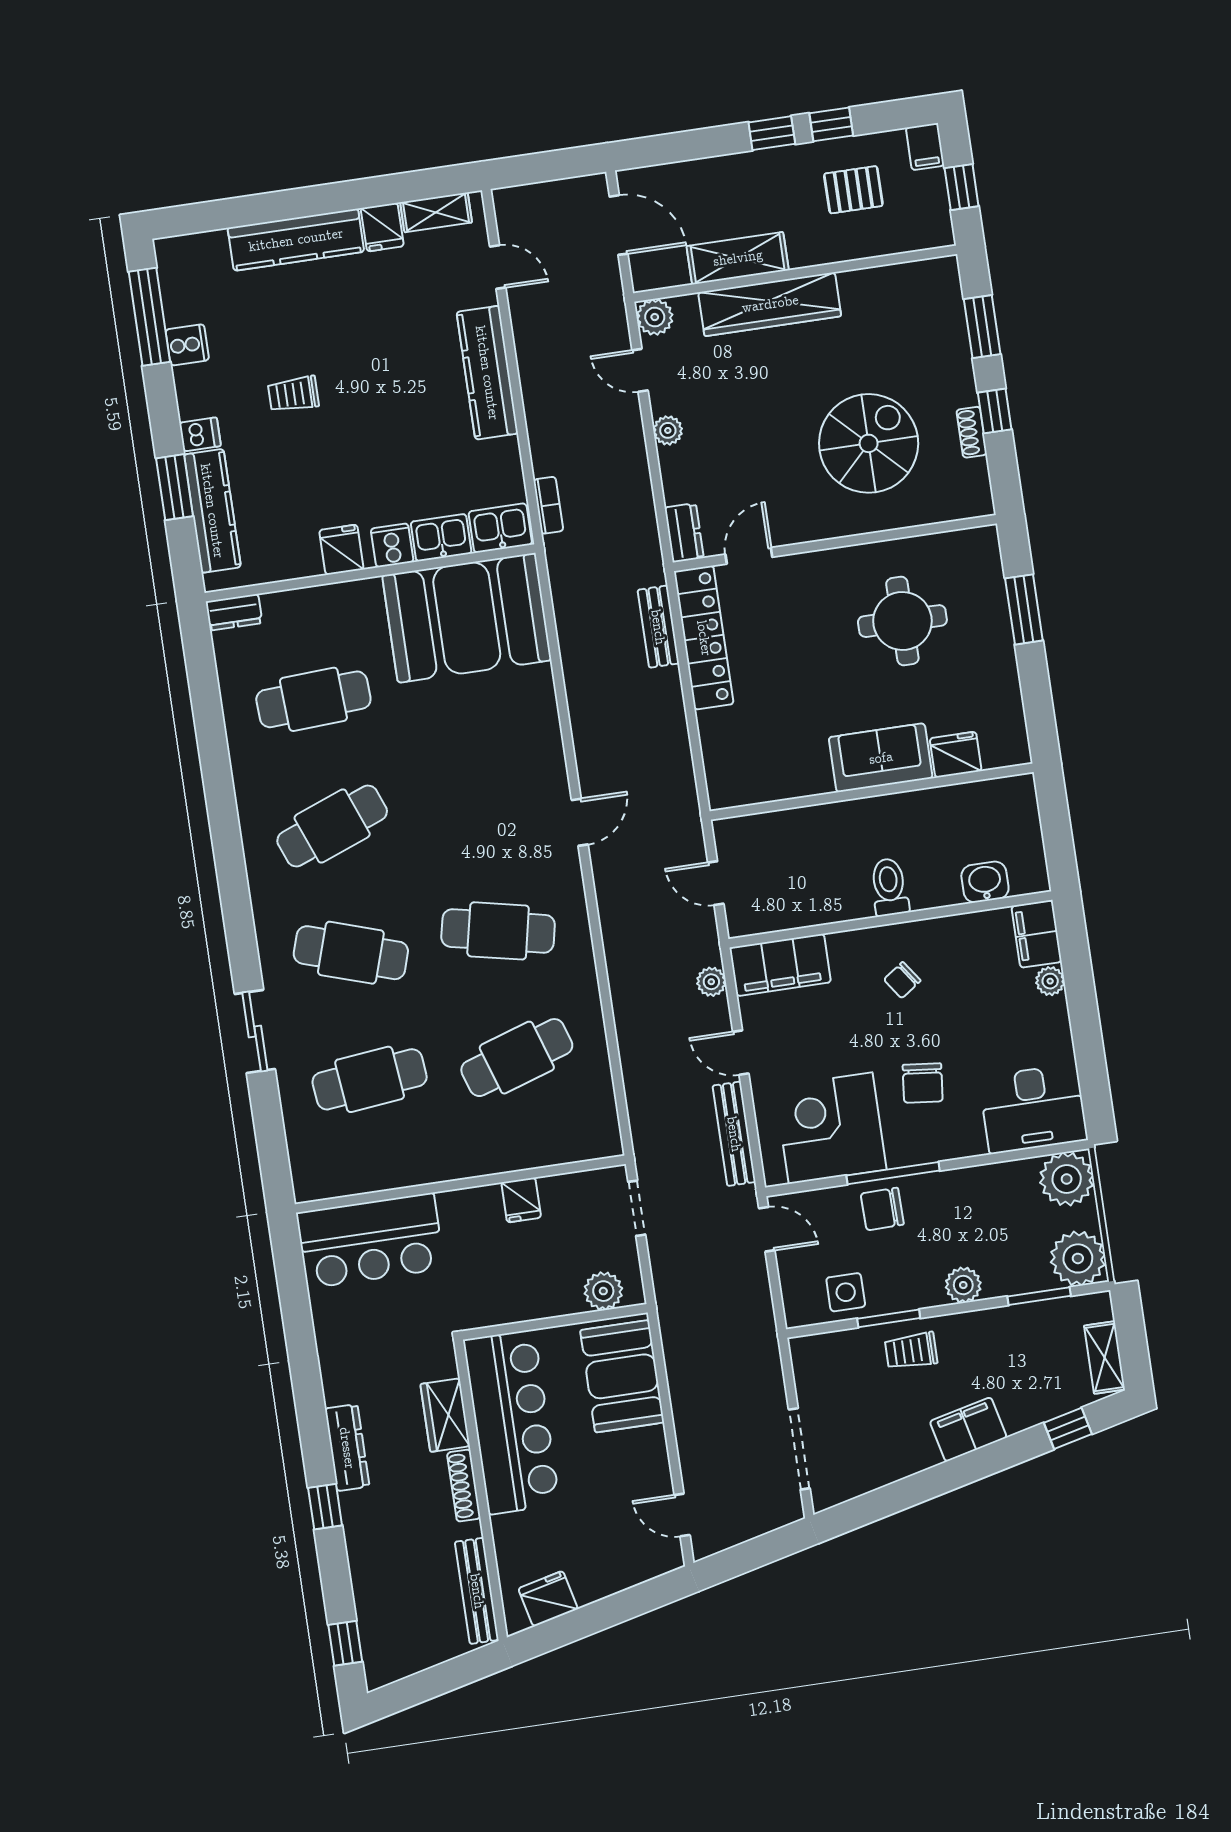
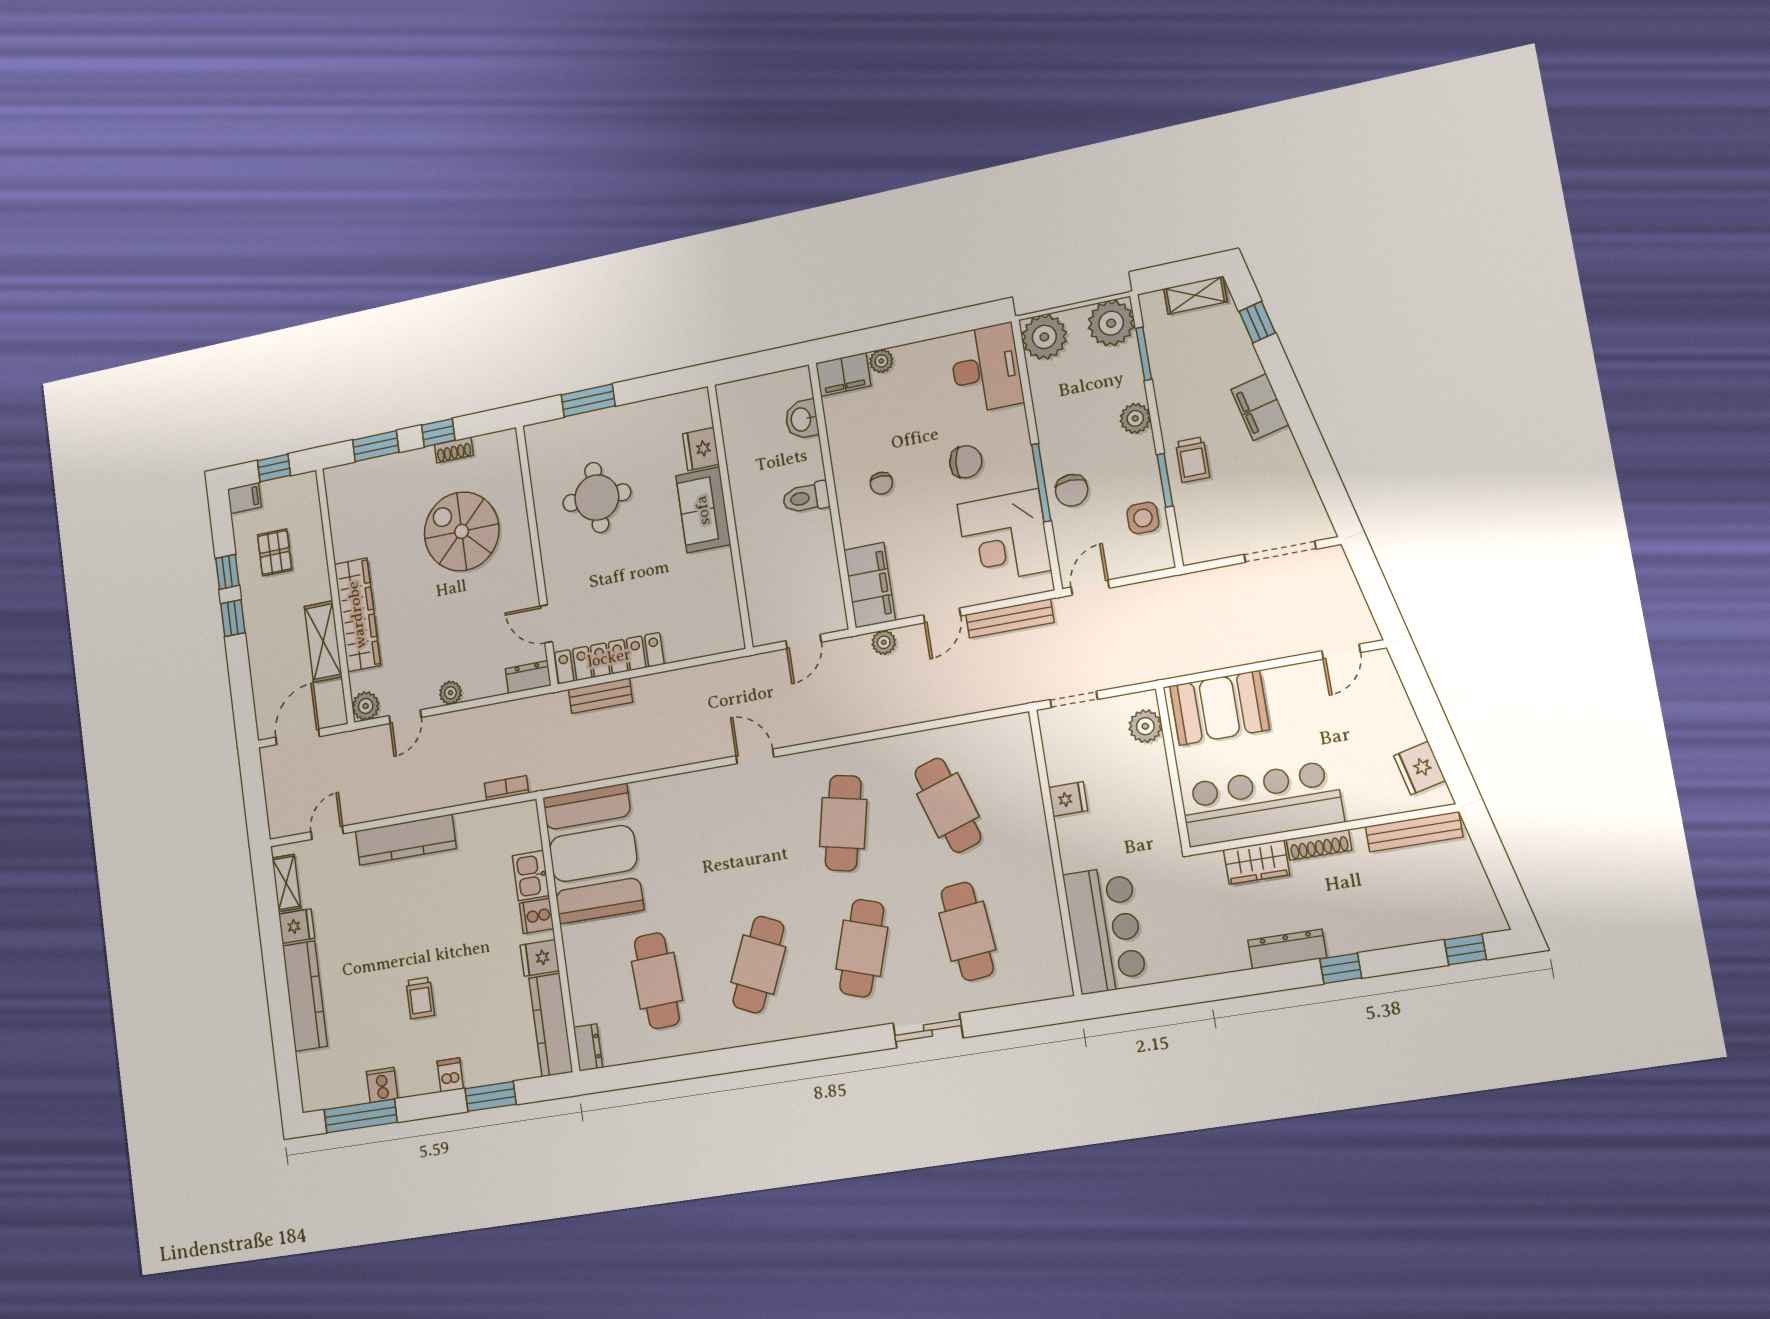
kitchen counter: (212, 511) -> (551, 1025), moved, turned -90
kitchen sink: (500, 528) -> (524, 827), removed
cafe table: (332, 826) -> (758, 965), turned 45
chair: (902, 980) -> (881, 483), turned 35

